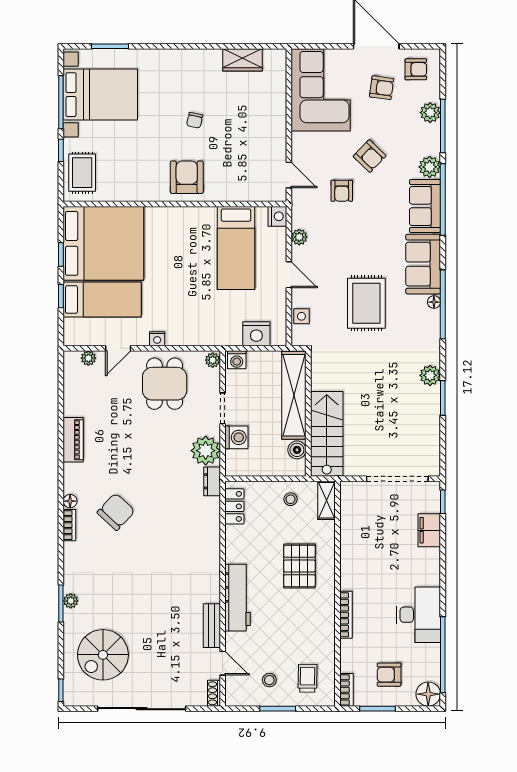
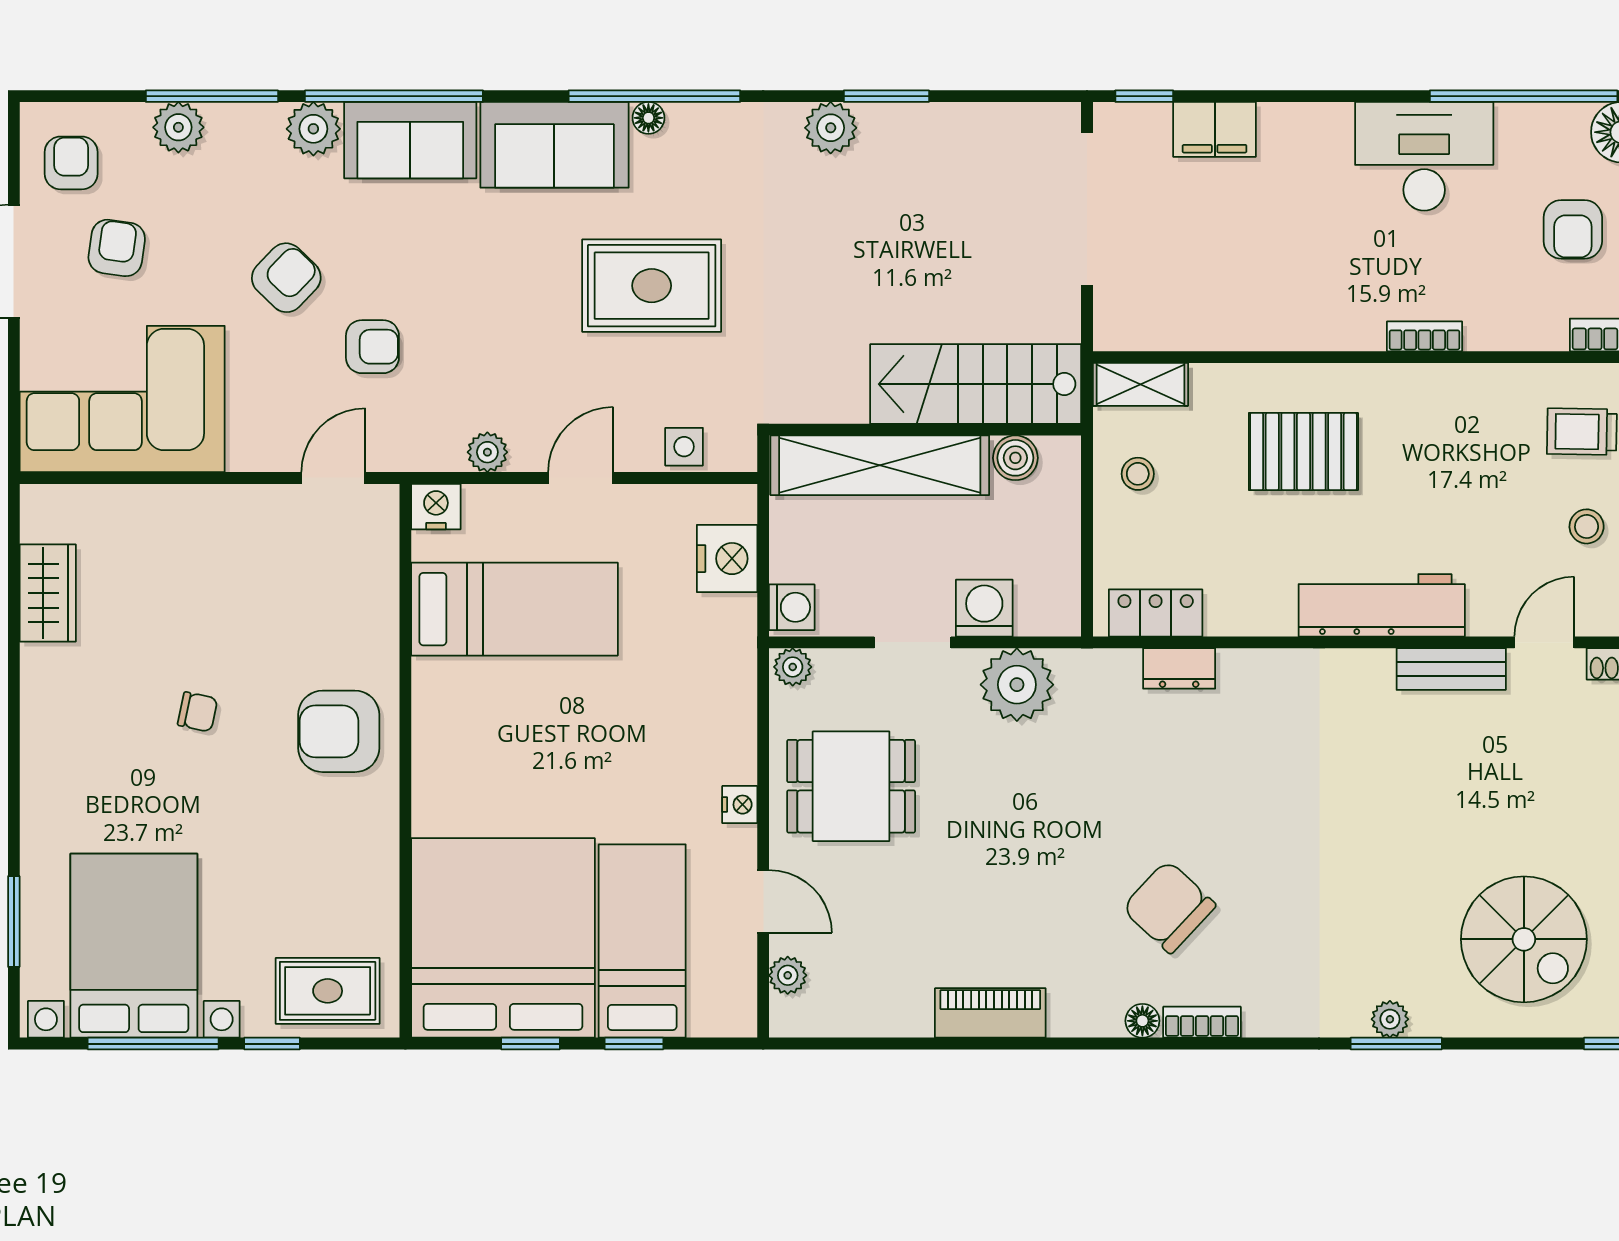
dresser: (212, 481) -> (1179, 668), moved
bookcase: (346, 615) -> (1425, 336), width x0.64

